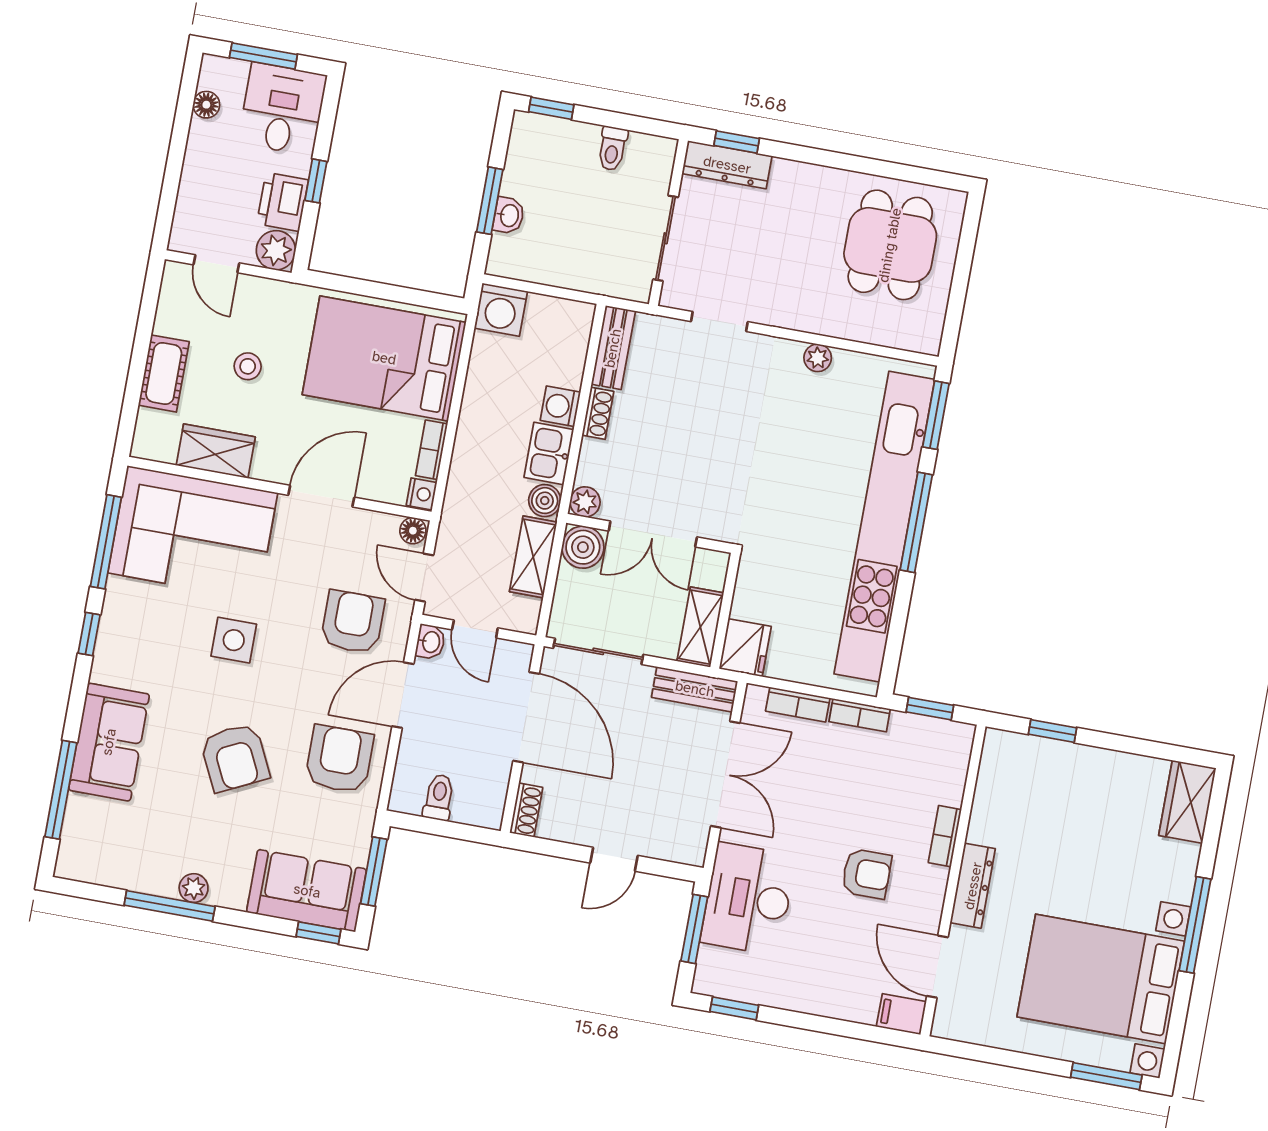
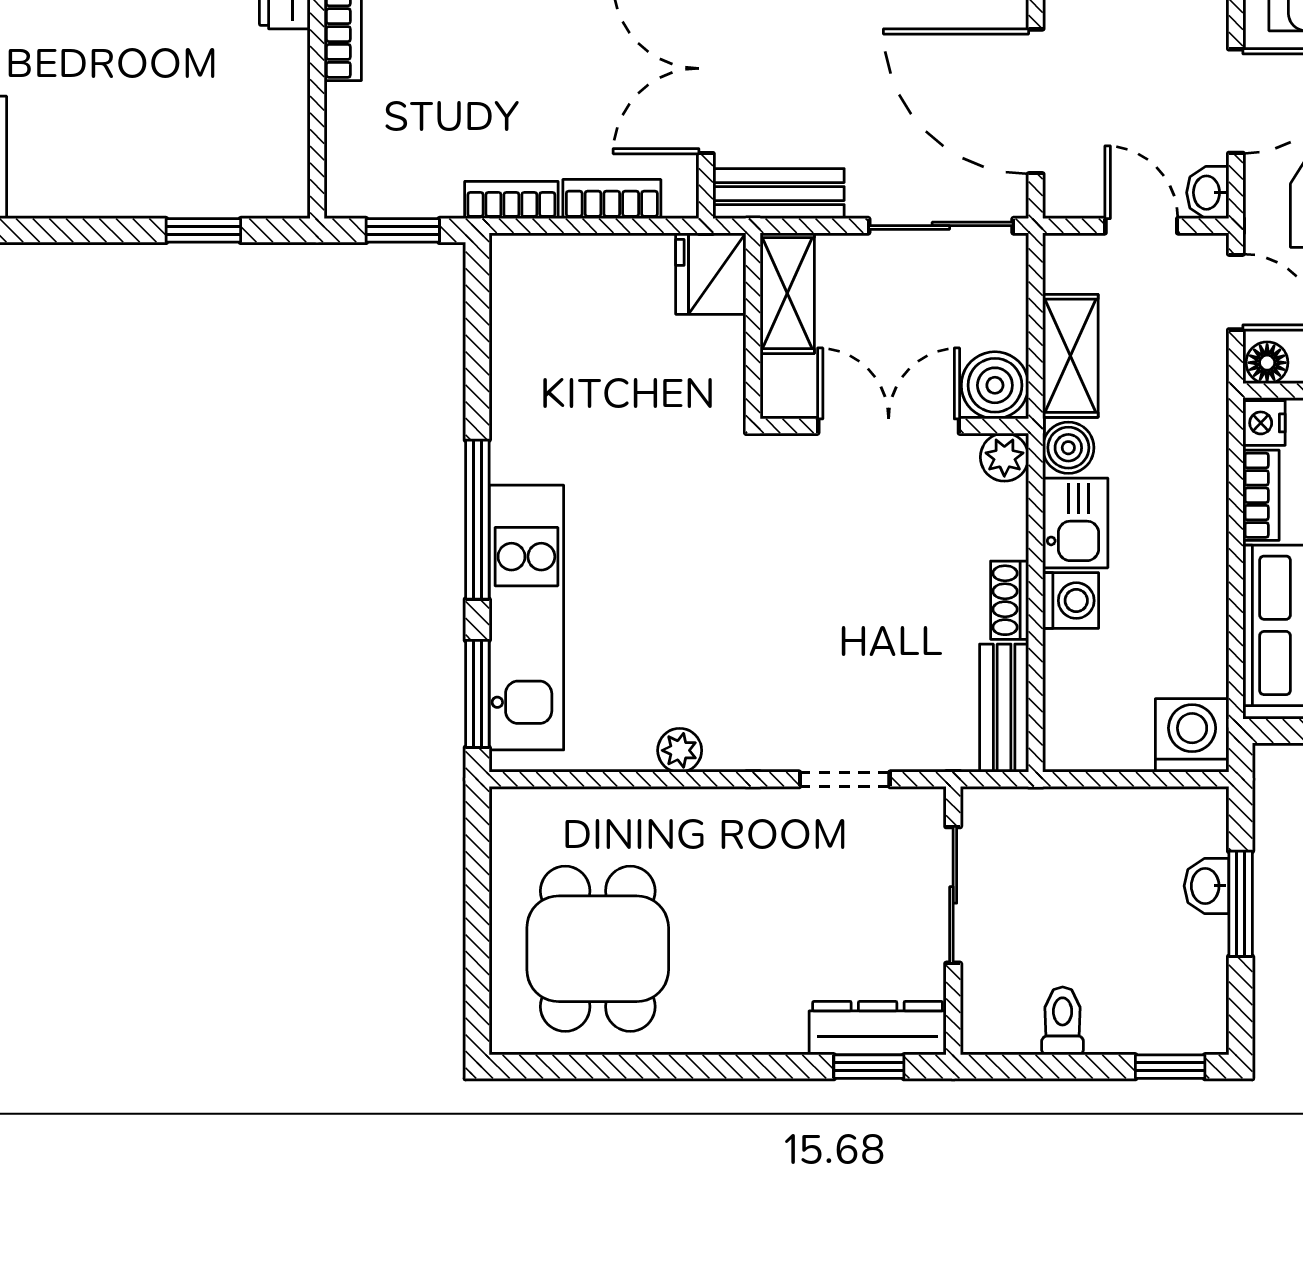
kitchen unit: (884, 527) -> (526, 618), width x0.54

